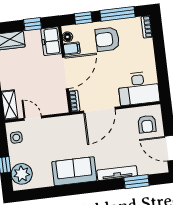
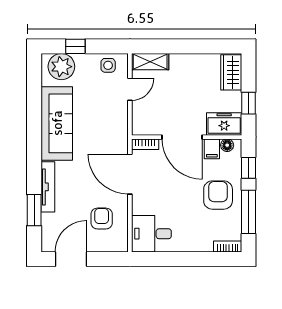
desk: (139, 88) -> (151, 234), width x0.73
armchair: (147, 124) -> (102, 219), moved, turned 90
sofa: (74, 171) -> (57, 123), width x1.36

